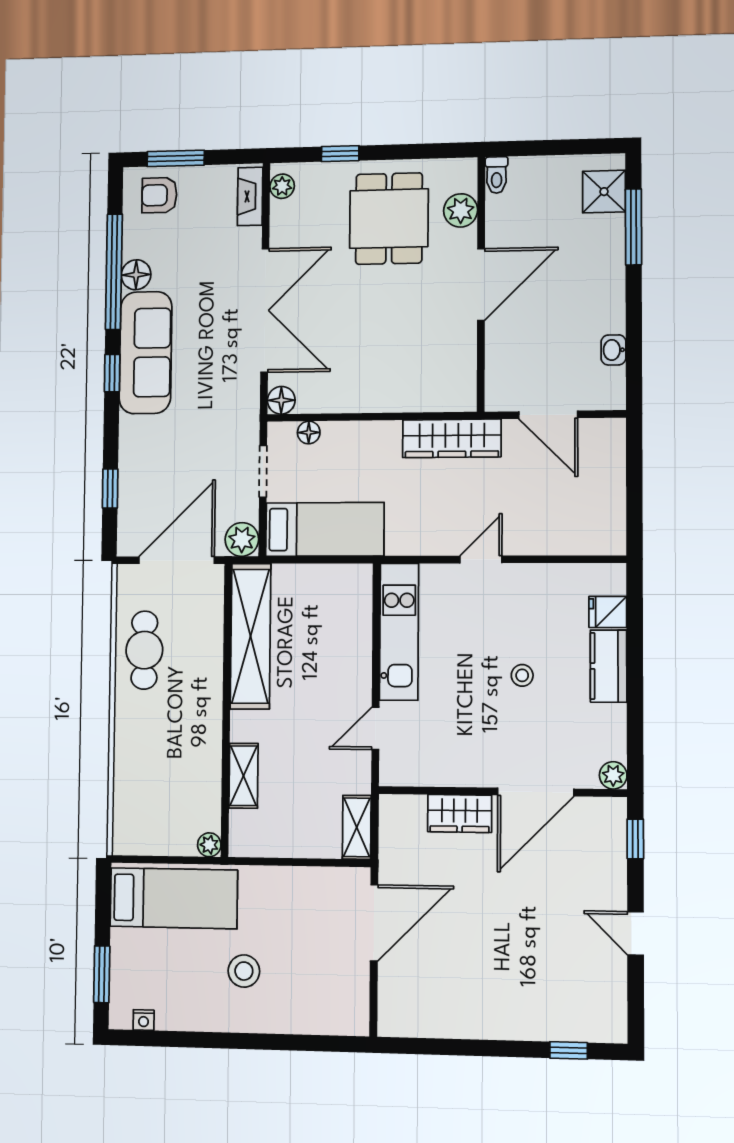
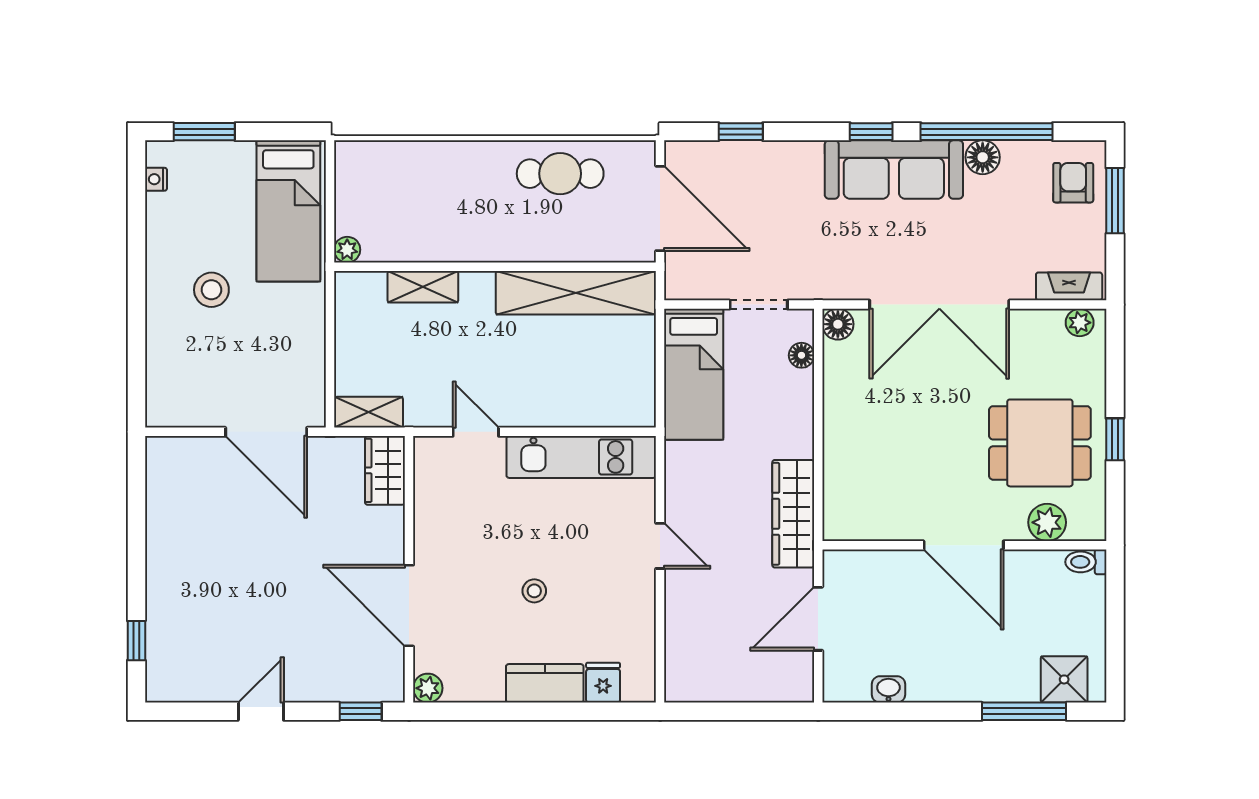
window: (340, 154) -> (1115, 439), moved
plant: (242, 539) -> (683, 282), removed
wardrobe: (460, 813) -> (385, 470), moved

